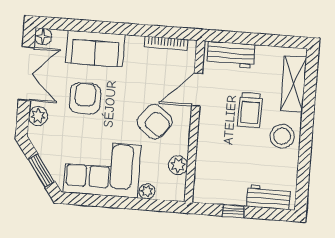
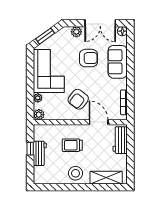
trolley: (250, 110) -> (72, 145), moved
plant: (178, 165) -> (39, 115), moved
workbench: (268, 197) -> (40, 153), moved

